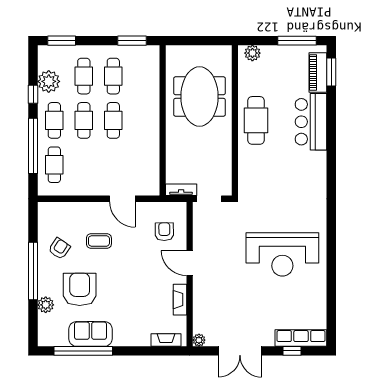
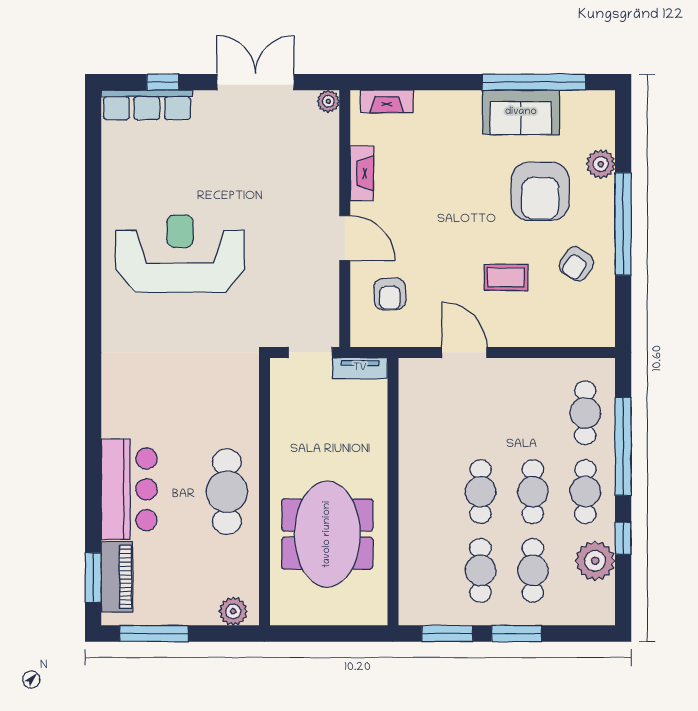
window: (62, 41) -> (517, 634), moved

